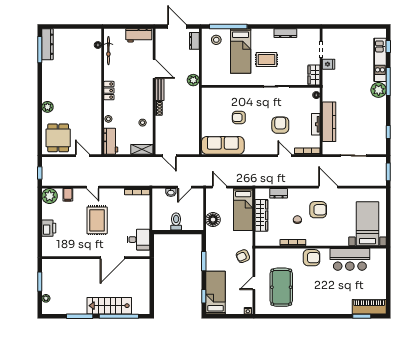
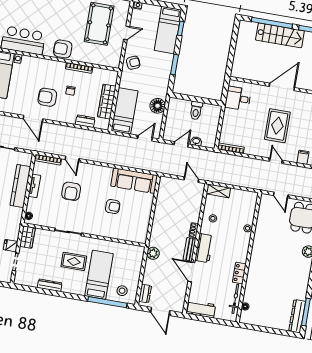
locker: (109, 91) -> (239, 273), moved
workbench: (111, 141) -> (204, 248), moved, turned 180
door: (220, 187) -> (145, 138), swing flipped
door: (112, 258) -> (282, 87), moved

